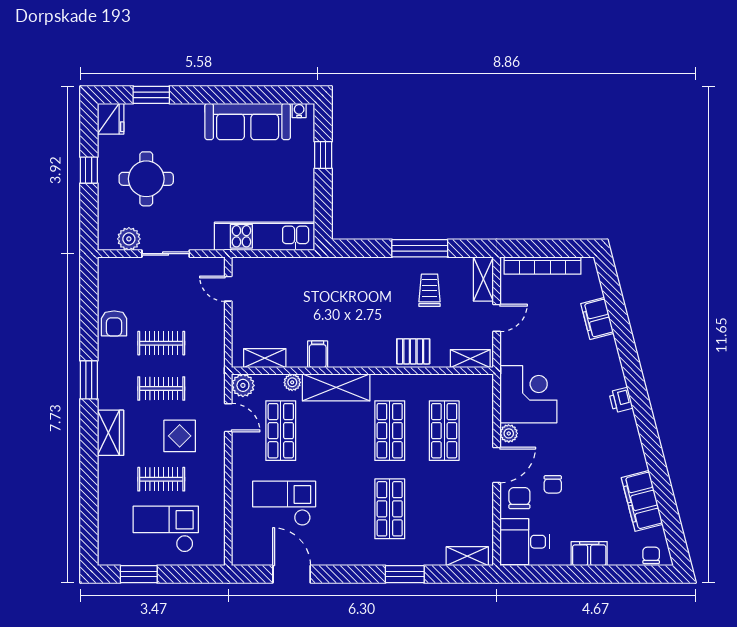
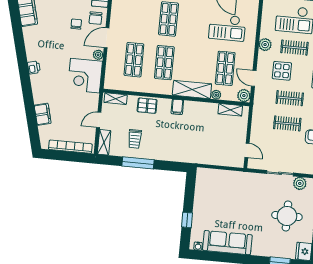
kitchen unit: (264, 236) -> (224, 178), removed
filing cabinet: (318, 354) -> (177, 107), moved
plant: (214, 480) -> (265, 45), added

